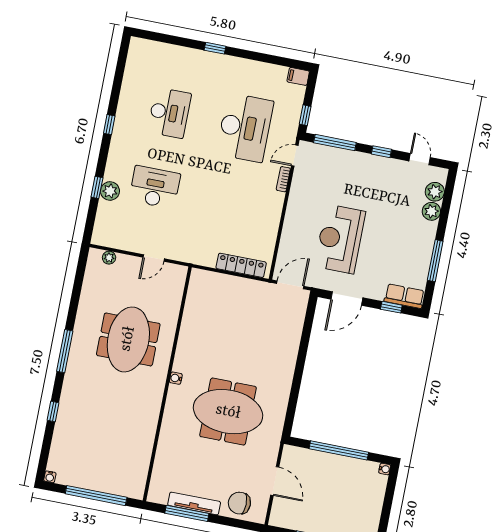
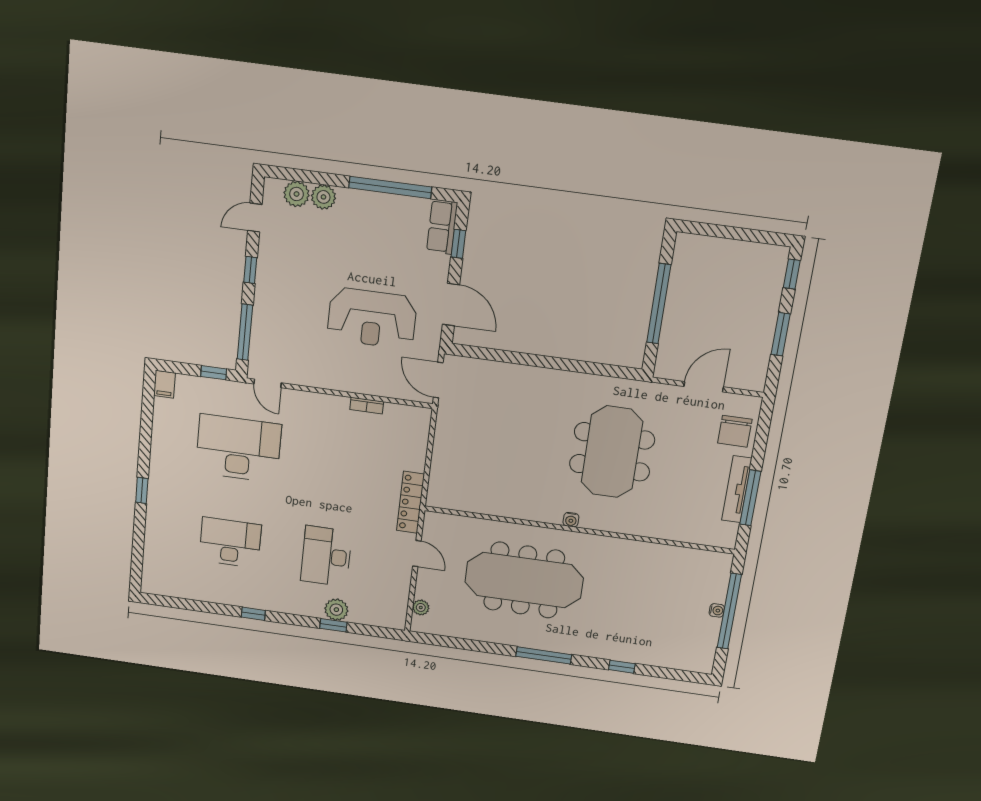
bookcase: (283, 179) -> (367, 406), moved
window: (435, 261) -> (390, 187), width x1.46
locker: (241, 265) -> (410, 502), moved
meeting table: (128, 339) -> (524, 580), width x1.36
water cooler: (385, 469) -> (682, 239), removed
water cooler: (50, 477) -> (717, 610), moved

